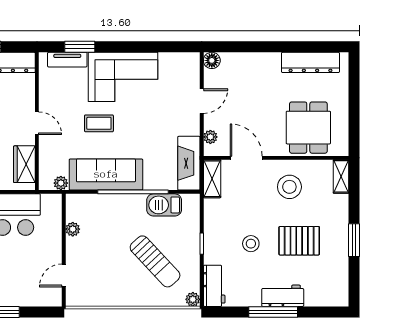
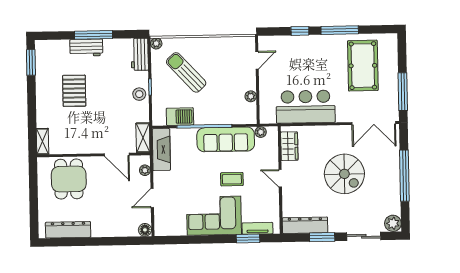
stool: (289, 187) -> (83, 133), removed
window: (354, 240) -> (31, 62), moved
pallet: (299, 241) -> (74, 91), turned 90
stool: (251, 244) -> (139, 94), moved

